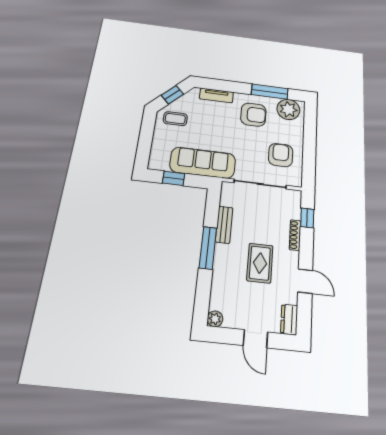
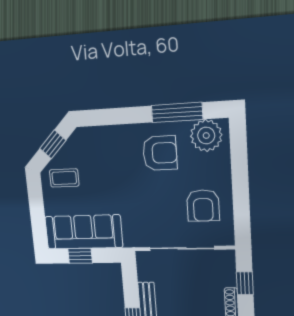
tv unit: (216, 95) -> (107, 134), removed
armchair: (281, 155) -> (203, 205), turned 180
sofa: (203, 163) -> (84, 232), moved

